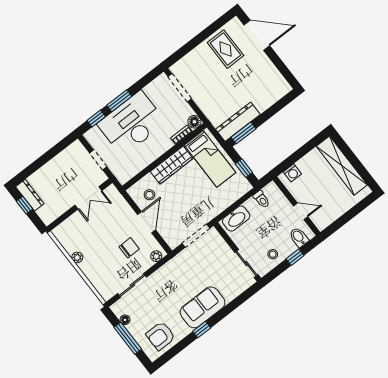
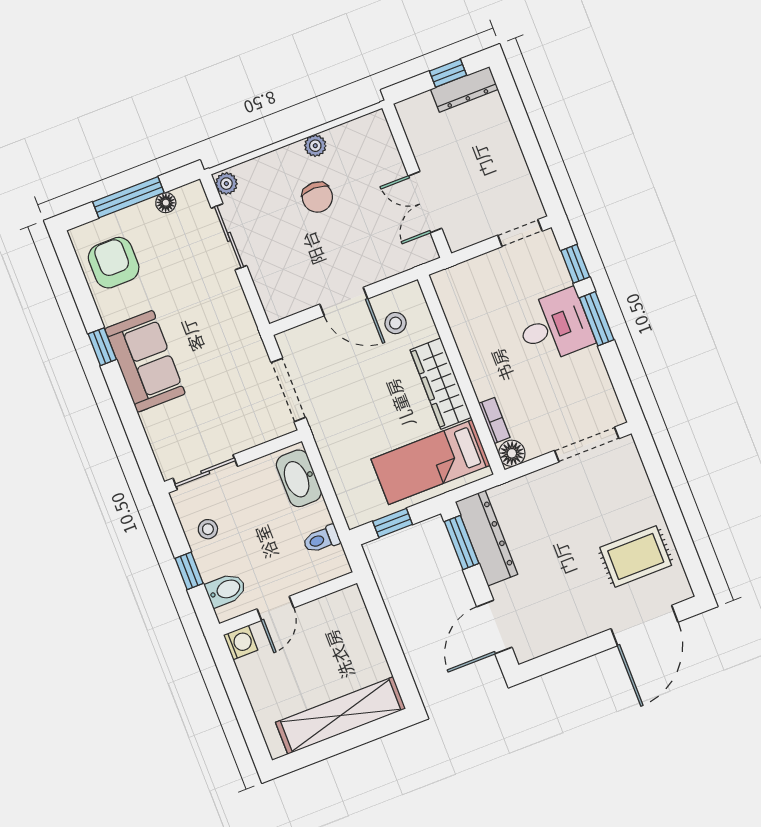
door: (279, 106) -> (494, 627), added
desk: (132, 123) -> (555, 326), width x0.53, depth x0.77
doorway: (98, 160) -> (520, 233), moved
washing machine: (292, 173) -> (241, 642), moved, turned 180
chair: (129, 248) -> (317, 197), moved
plant: (156, 256) -> (226, 184), moved

